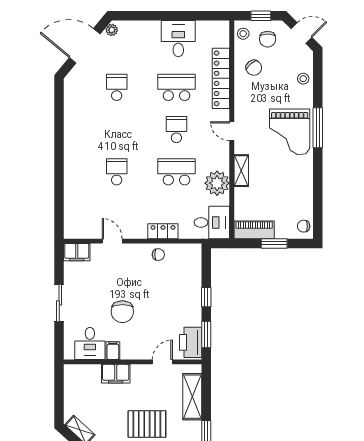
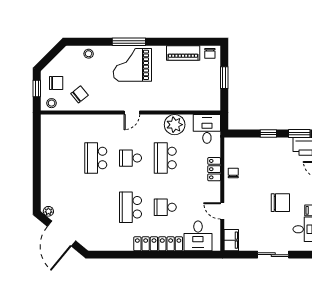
door: (301, 33) -> (51, 55), removed
desk: (178, 39) -> (198, 236), moved, turned -90
locker: (221, 78) -> (158, 244), moved, turned 180
school desk: (117, 87) -> (131, 207), moved, width x1.85
grand piano: (290, 132) -> (132, 65), turned 180
shelving: (241, 171) -> (164, 105), removed
piano: (254, 230) -> (183, 53), moved, turned -90
door: (112, 241) -> (222, 211), hinge flipped

